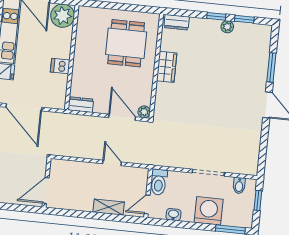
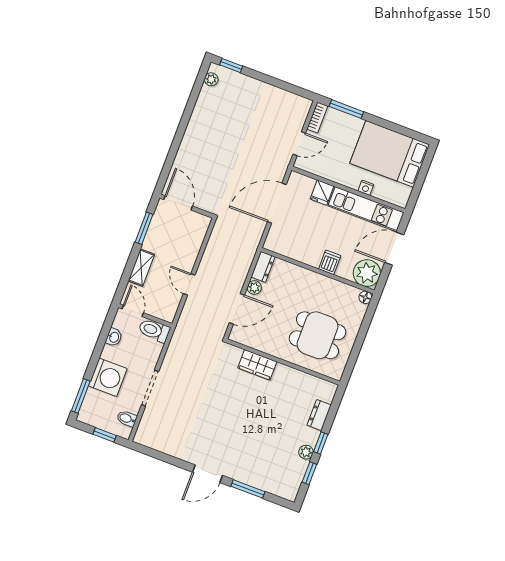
floor lamp: (83, 11) -> (365, 297), added
dresser: (177, 22) -> (319, 415), moved
dishwasher: (60, 66) -> (330, 262), moved
wardrobe: (167, 67) -> (257, 365), moved
plant: (144, 112) -> (254, 287), moved
door: (112, 163) -> (189, 284), swing flipped
window: (75, 214) -> (144, 228), added

